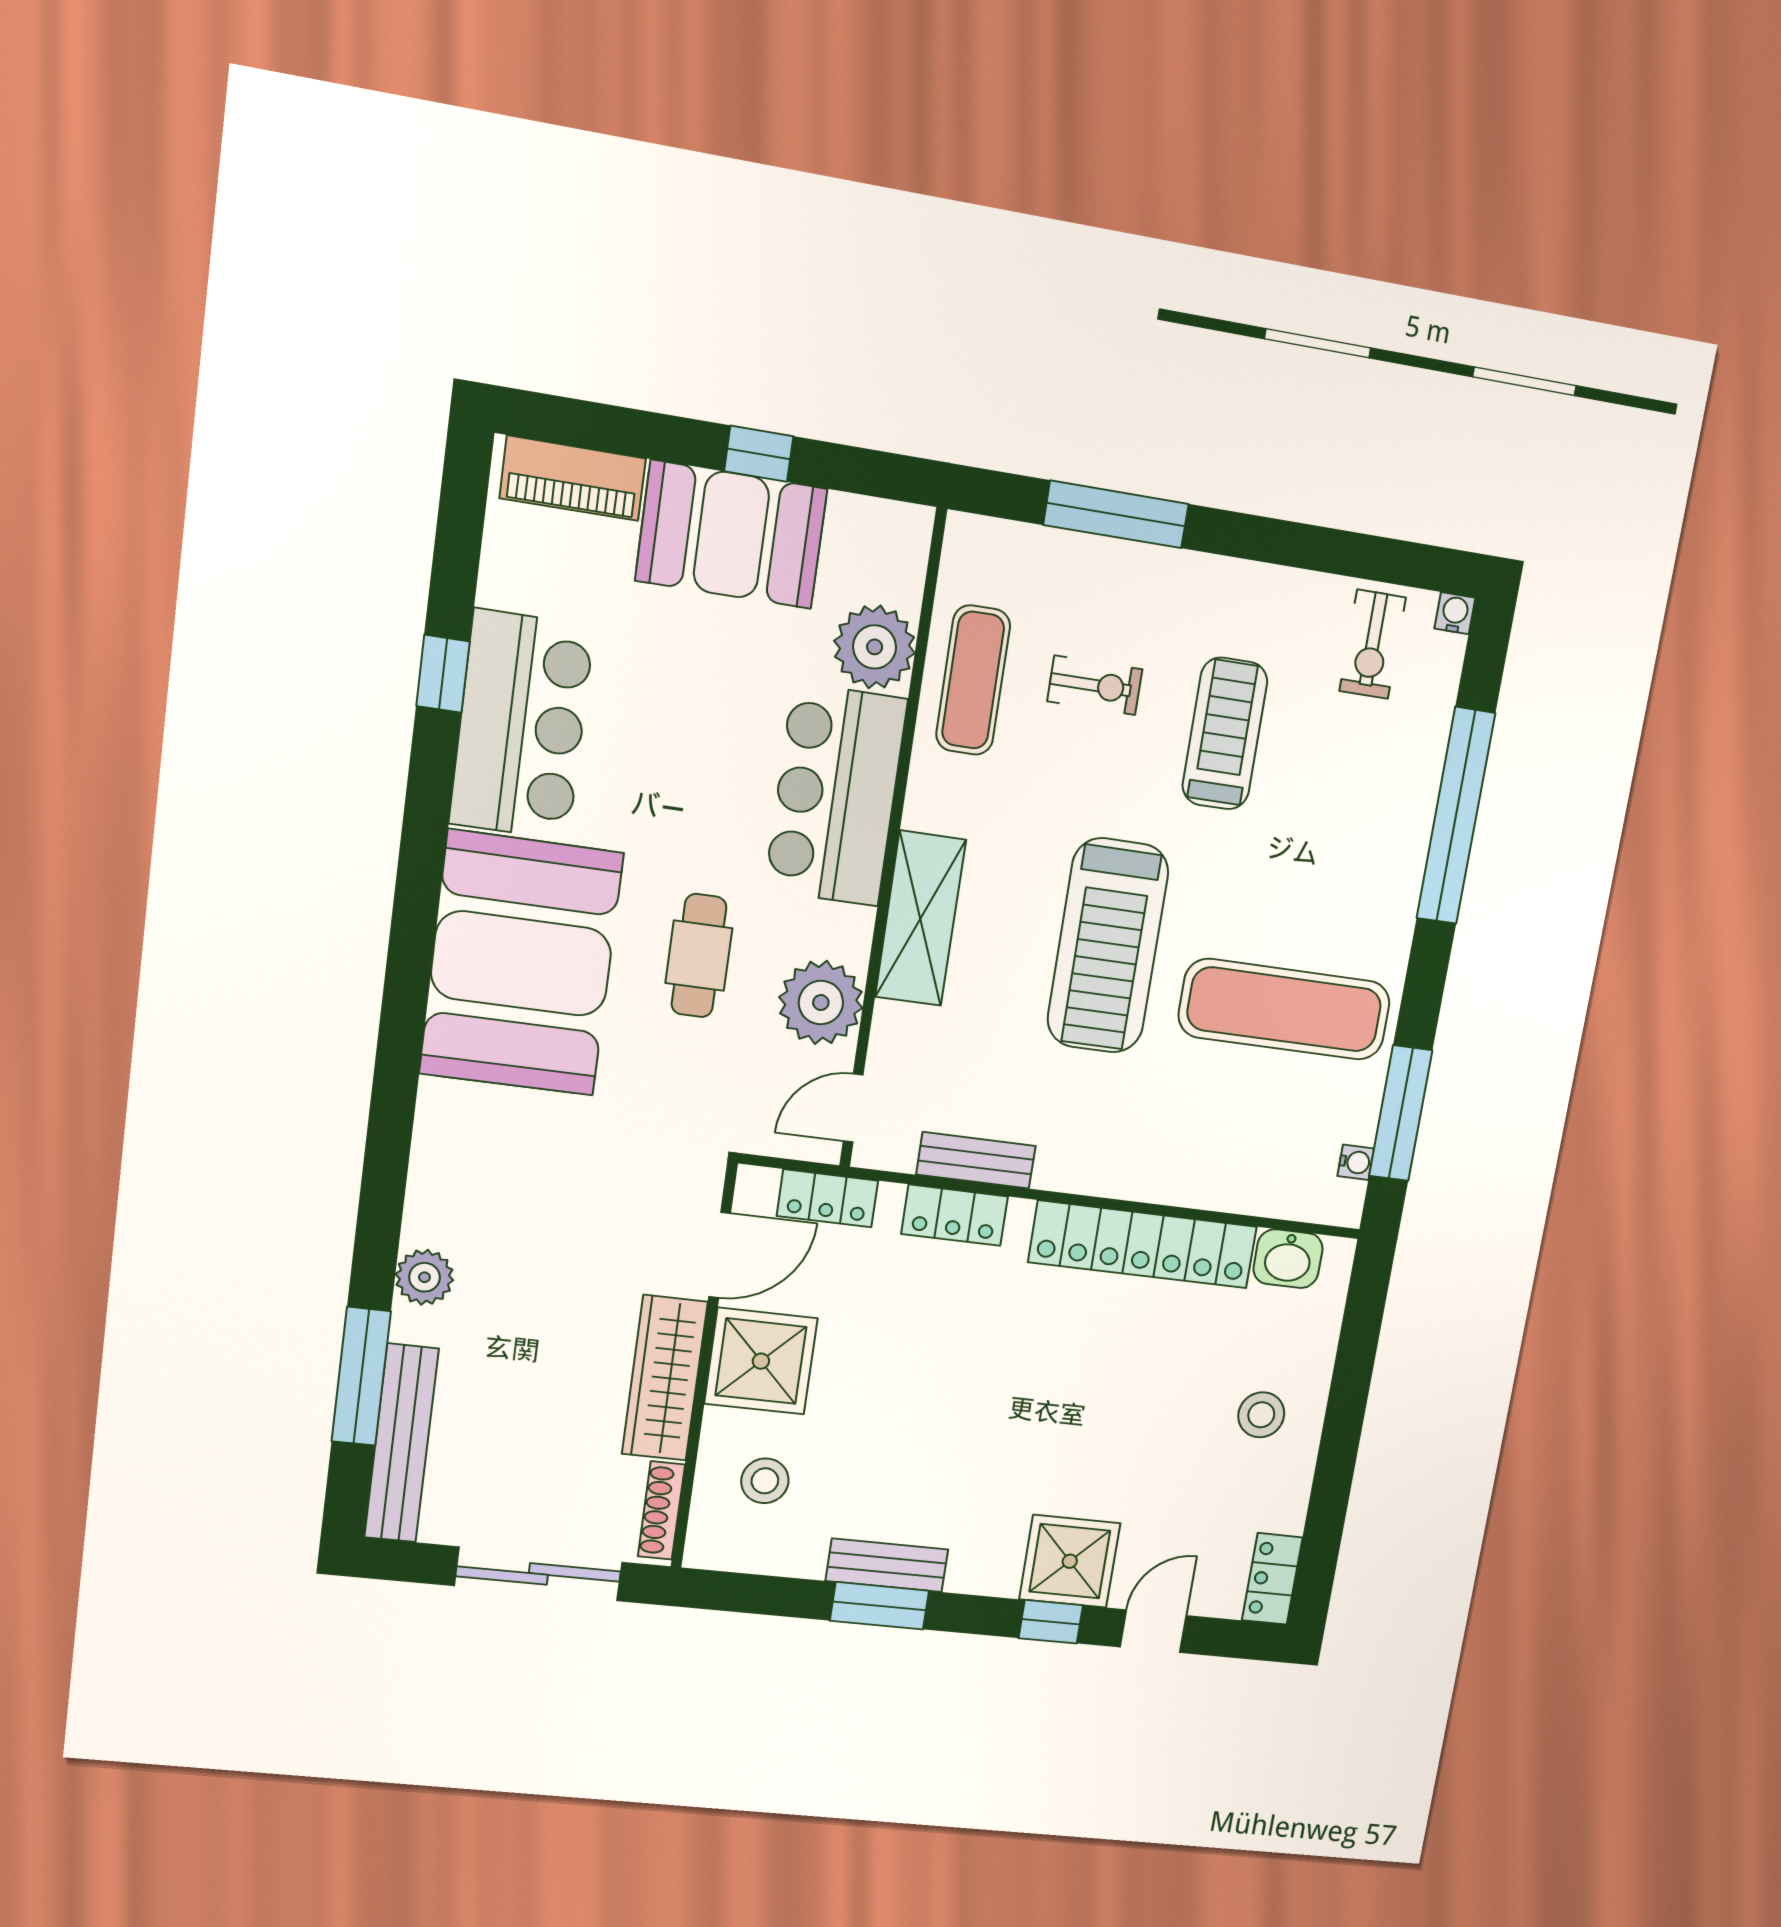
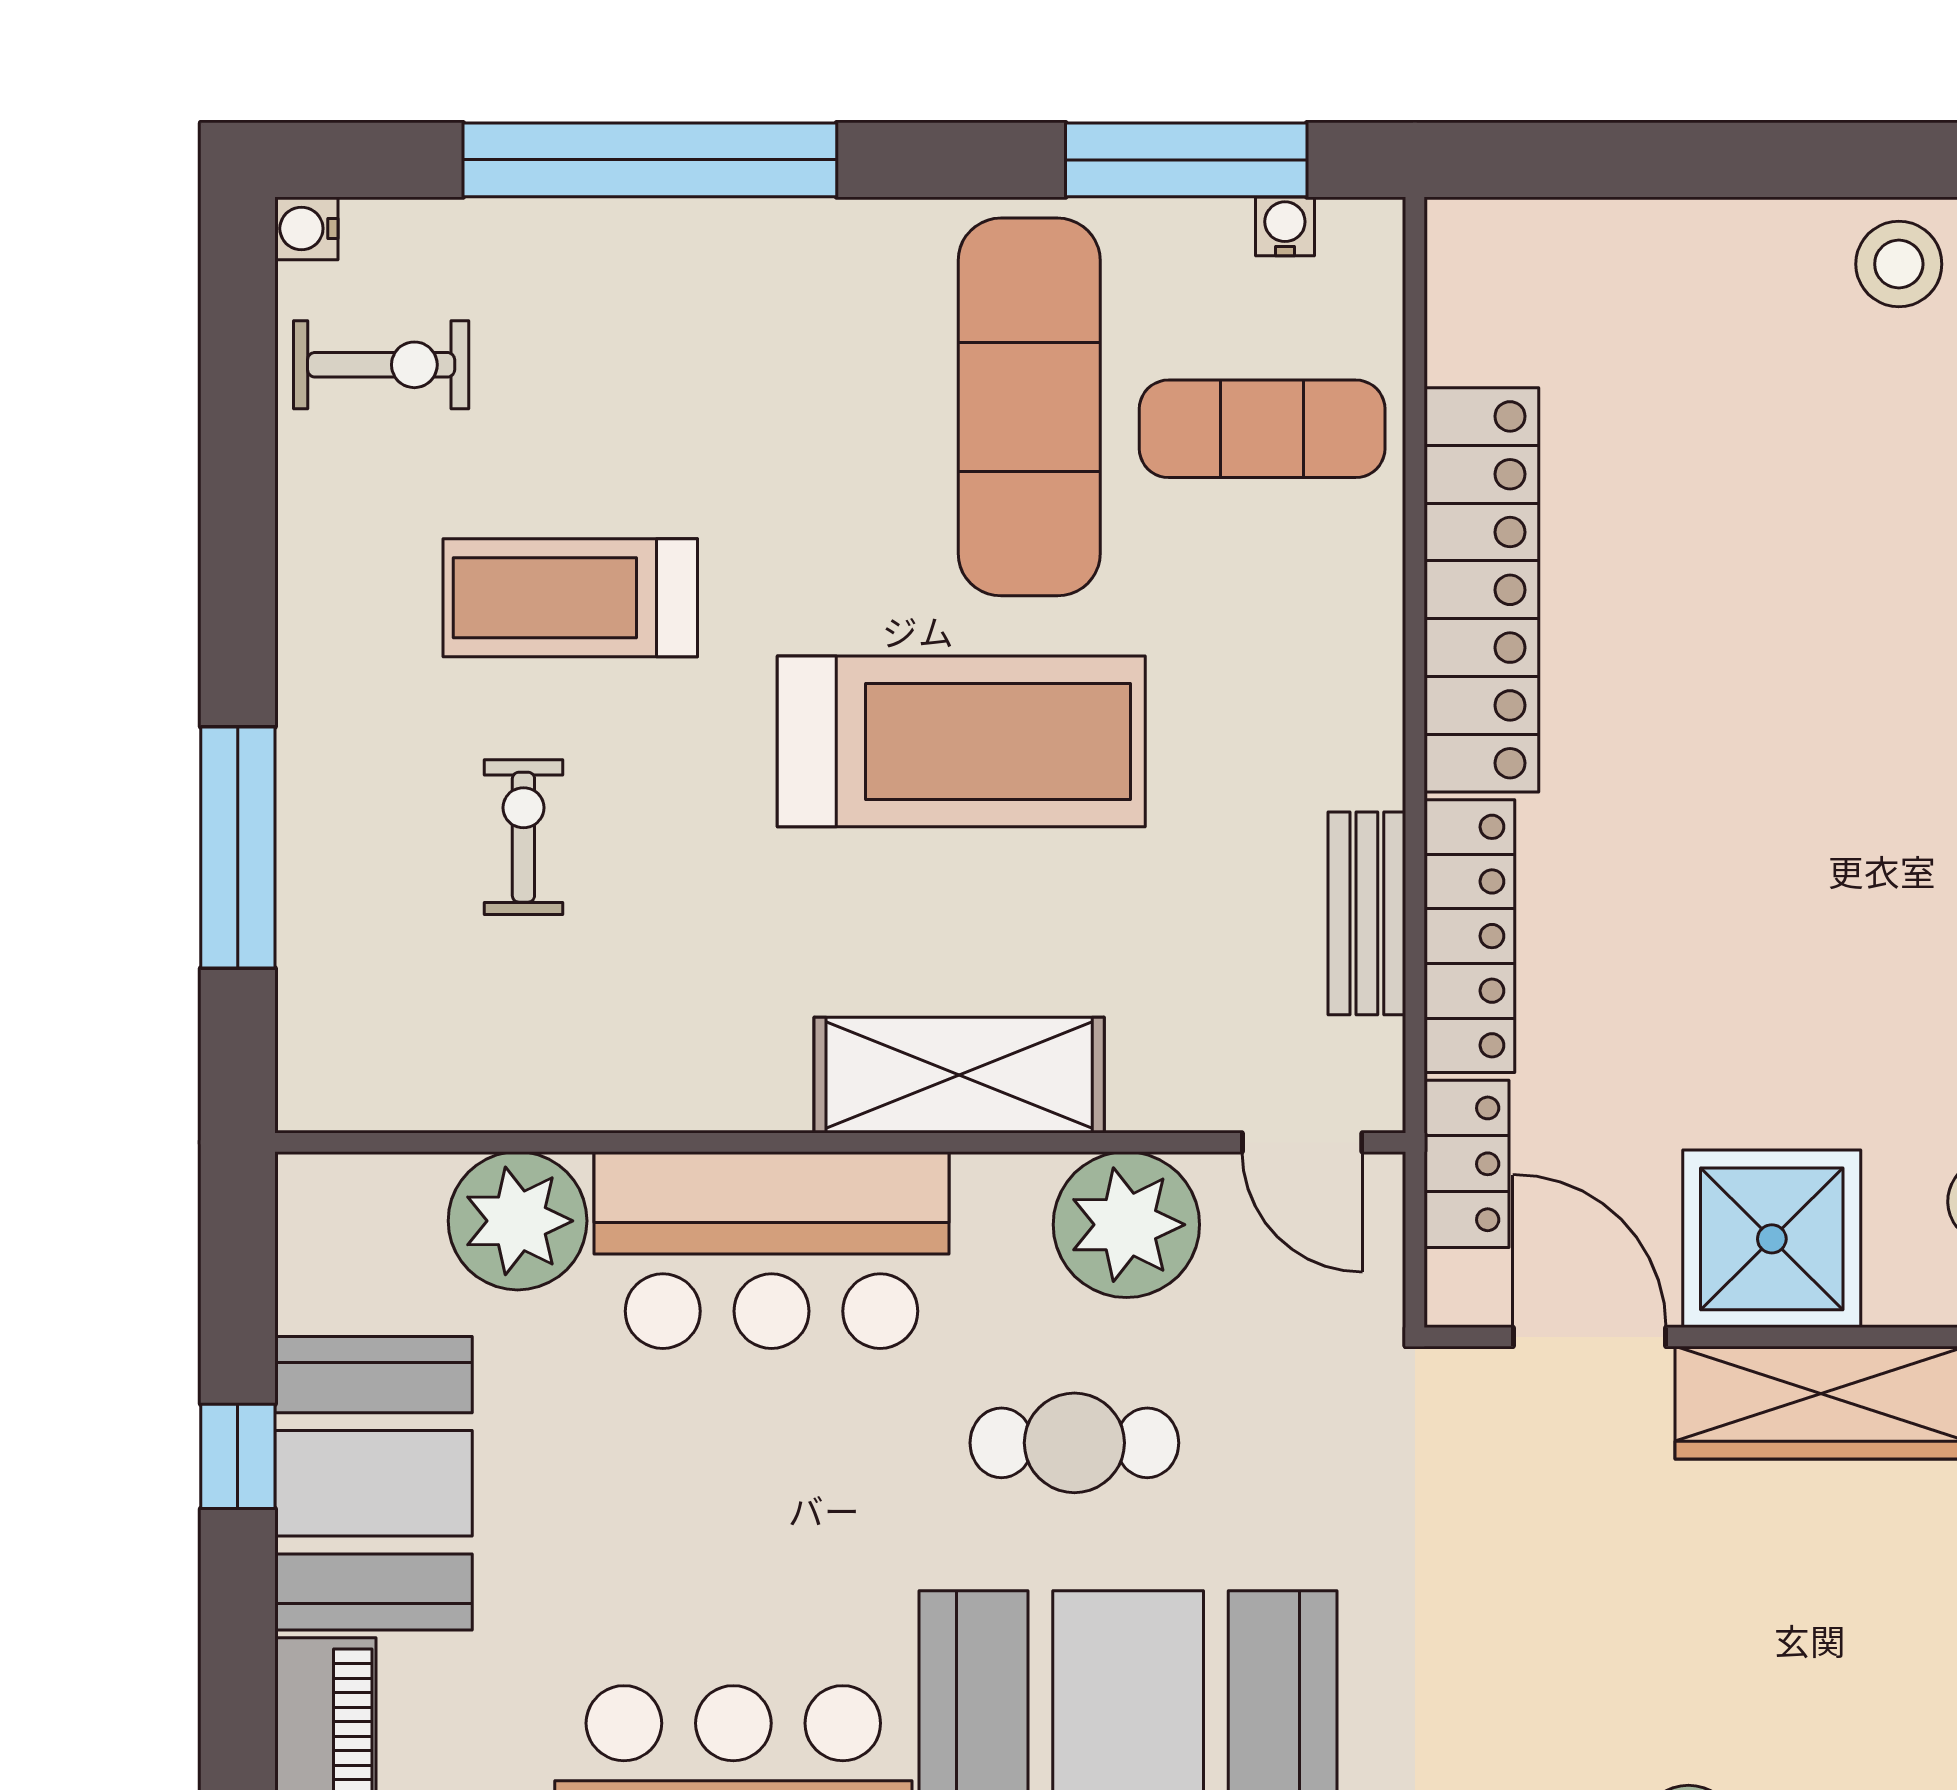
exercise mat: (973, 680) -> (1262, 429), moved
locker: (955, 1215) -> (1469, 936), width x1.53
washbasin: (1288, 1259) -> (1476, 319), removed
stool: (1261, 1415) -> (1899, 264), moved

